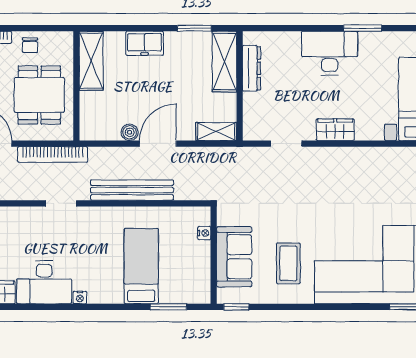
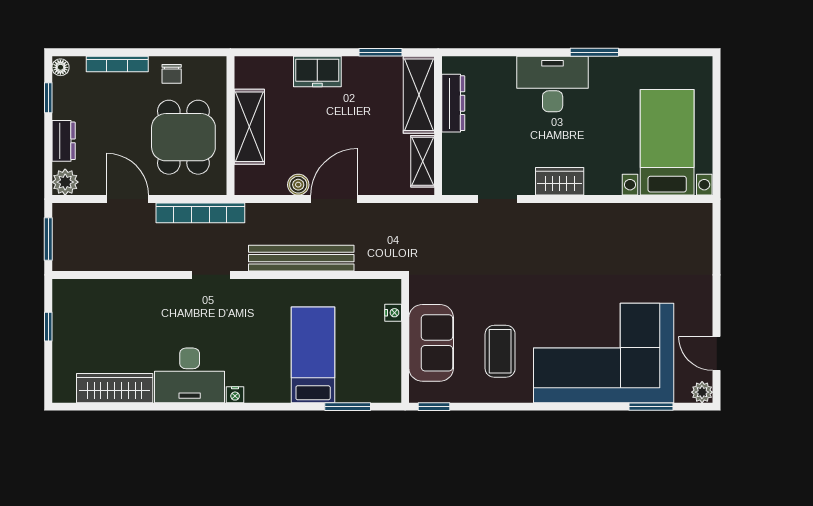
shelving: (91, 61) -> (249, 127), moved
shelving: (216, 131) -> (423, 161), moved, turned 90

